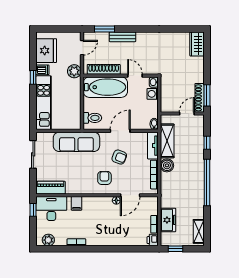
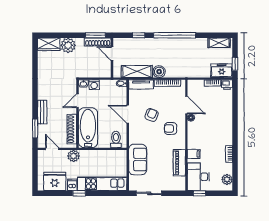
plant: (196, 65) -> (68, 45), added
sofa: (76, 142) -> (138, 159), width x0.73
piano: (51, 188) -> (179, 163), moved
freezer: (168, 220) -> (222, 71), moved

